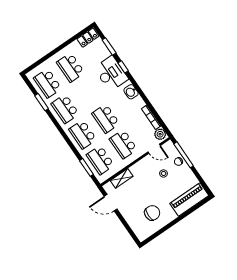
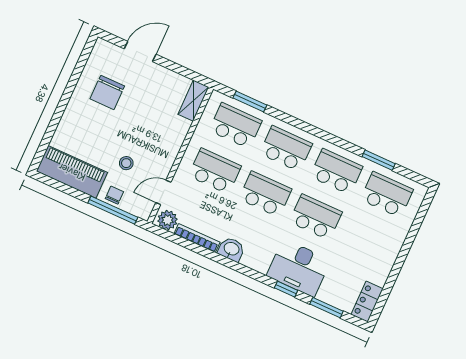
school desk: (71, 67) -> (316, 217), moved
washbasin: (131, 92) -> (231, 249), moved
shelving: (122, 178) -> (193, 101), moved
piano: (189, 199) -> (72, 172), moved, turned -90
door: (111, 203) -> (140, 51), moved

